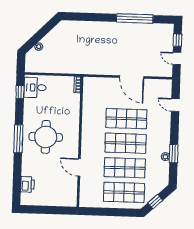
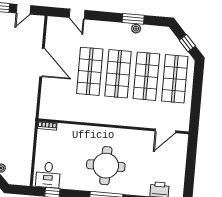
door: (132, 77) -> (42, 63), hinge flipped
door: (175, 105) -> (77, 14), hinge flipped
door: (79, 167) -> (165, 131), moved

